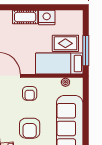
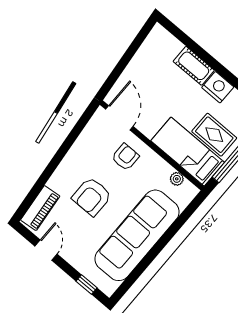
armchair: (30, 93) -> (125, 157), turned 180

